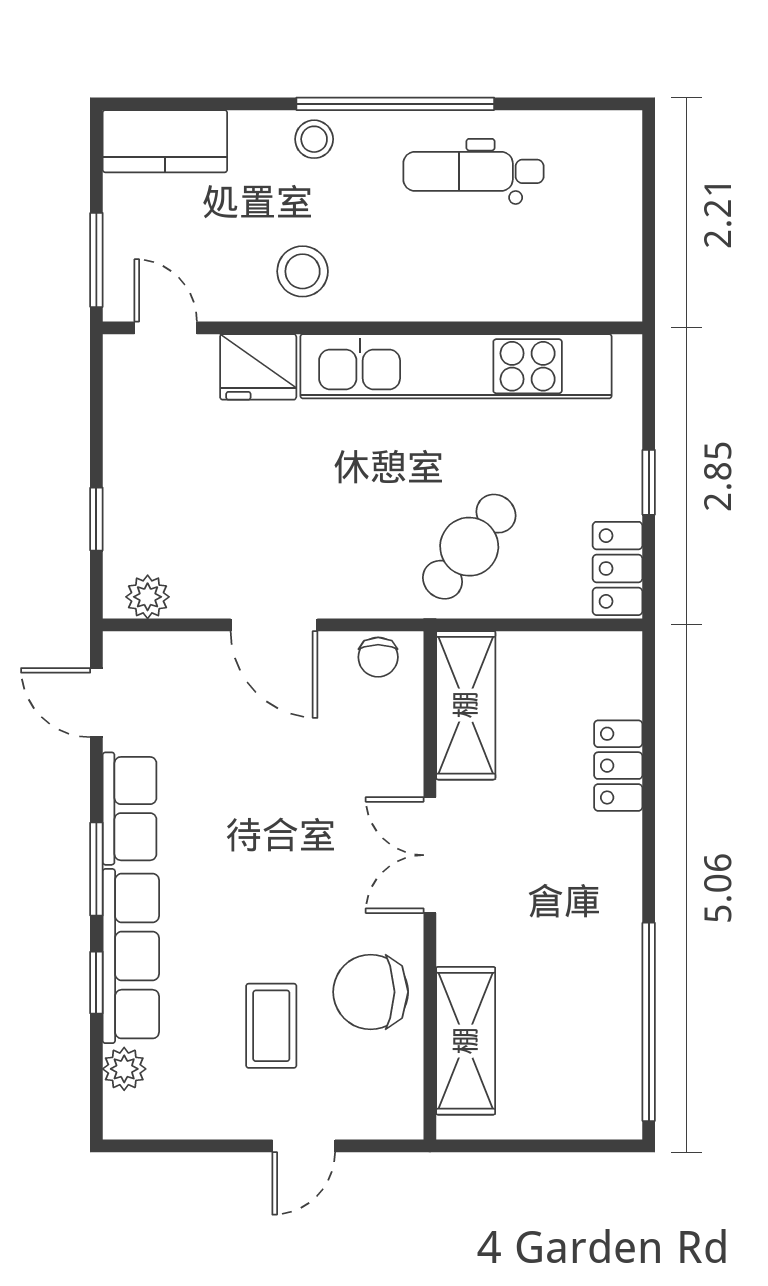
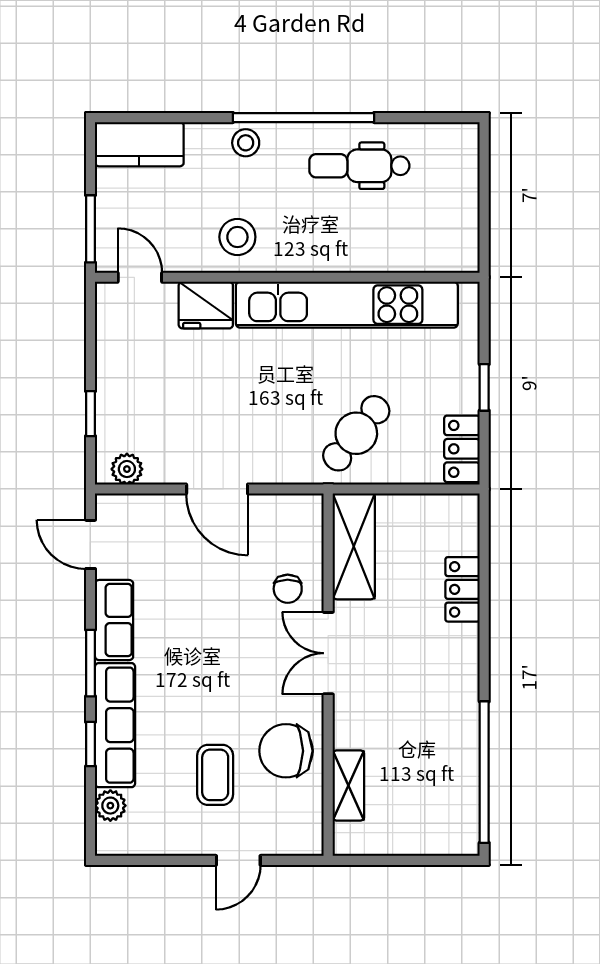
chair: (378, 657) -> (288, 589), moved
shelving: (466, 1041) -> (348, 786), width x0.67, depth x0.75

